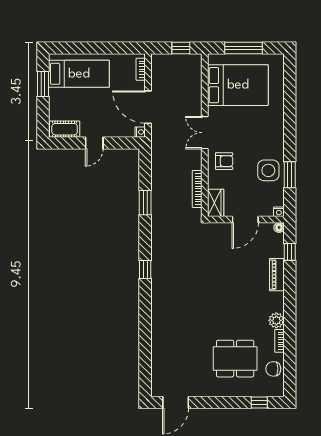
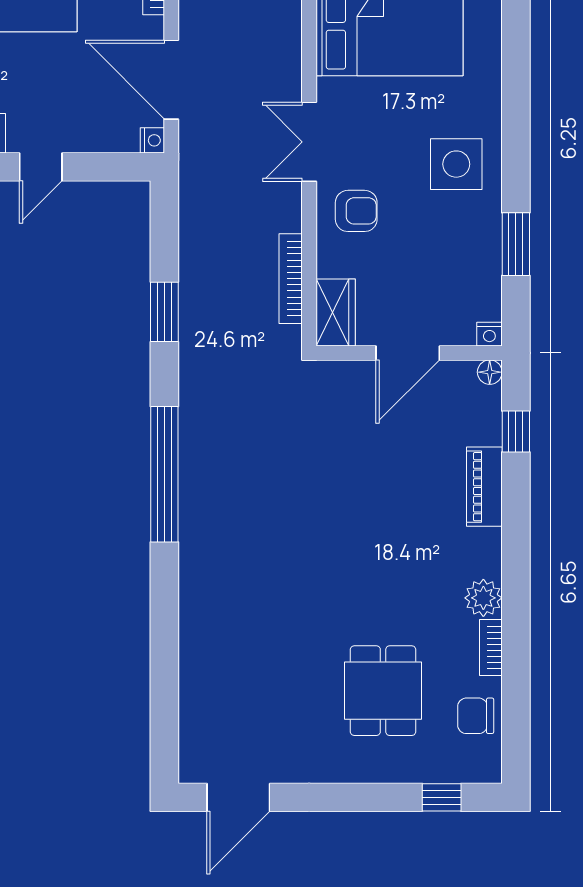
side table: (268, 170) -> (456, 164), moved
window: (145, 269) -> (164, 474), width x3.17
dining table: (235, 359) -> (383, 691), width x0.73

